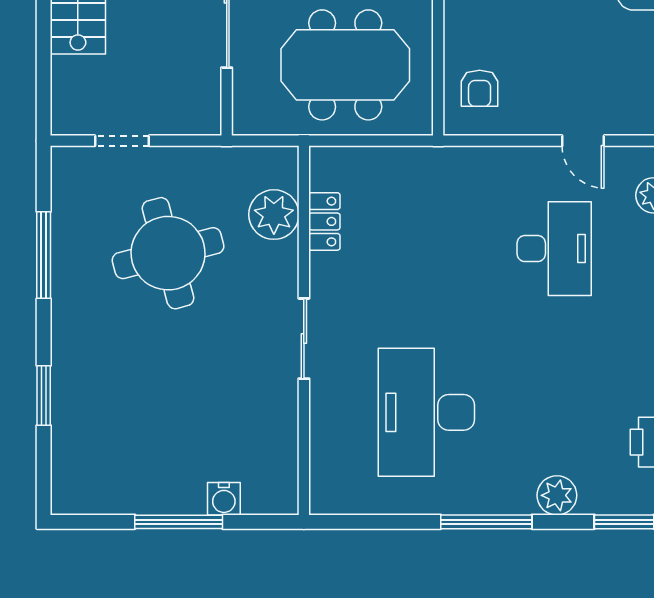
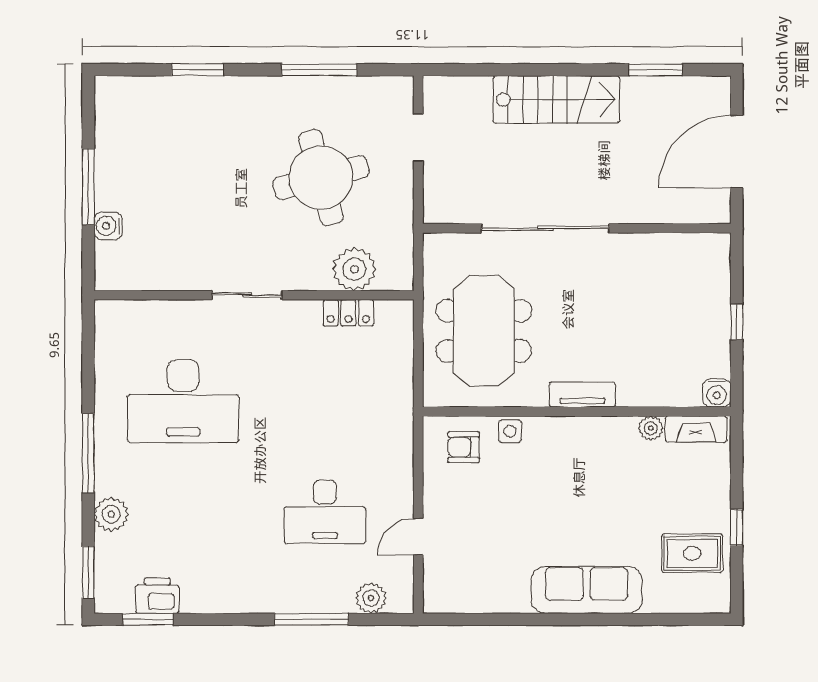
side table: (461, 35) -> (510, 431), added
desk: (426, 412) -> (183, 401), turned 180

